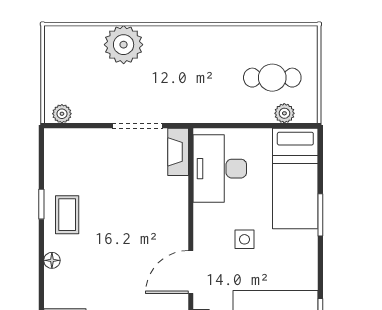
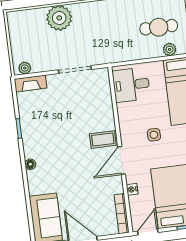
fireplace: (178, 152) -> (31, 83), moved, turned -90
desk: (220, 169) -> (131, 85), width x0.73
coffee table: (67, 215) -> (103, 140), moved, turned 90

